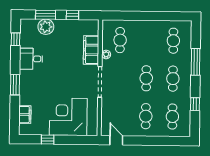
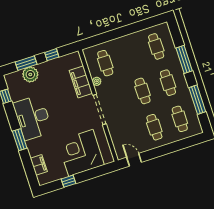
desk: (31, 59) -> (33, 118), width x1.87, depth x1.30
window: (195, 104) -> (197, 100), width x2.17

